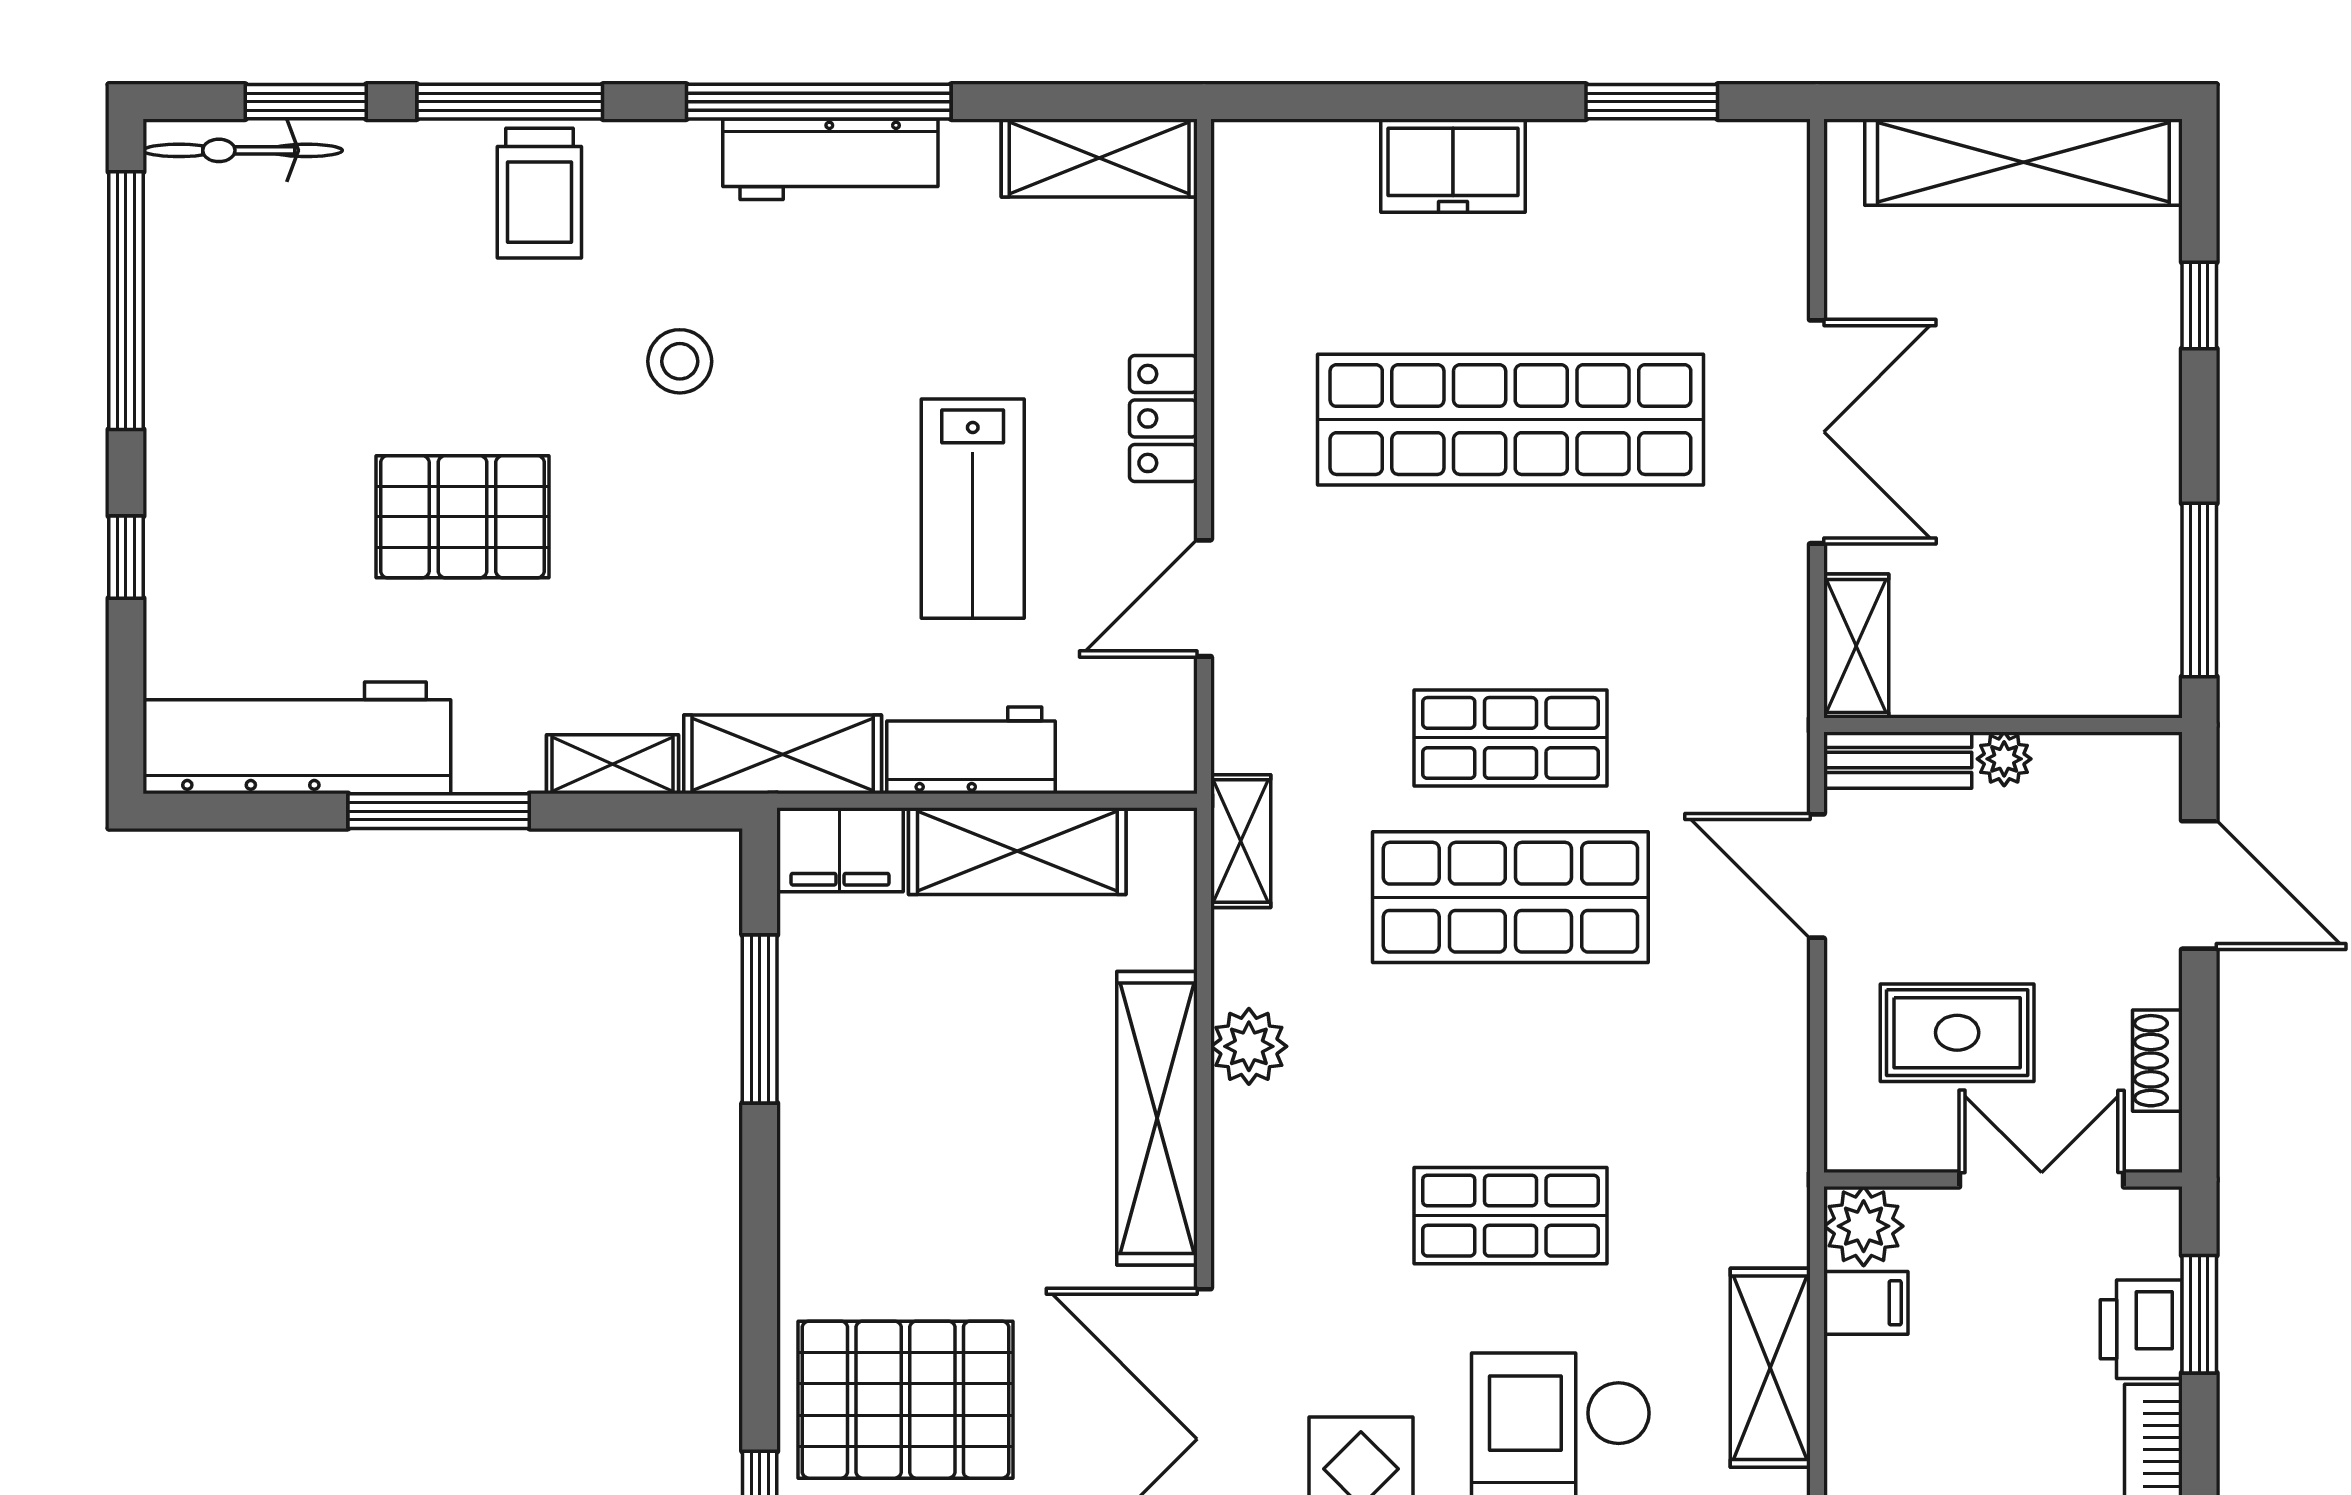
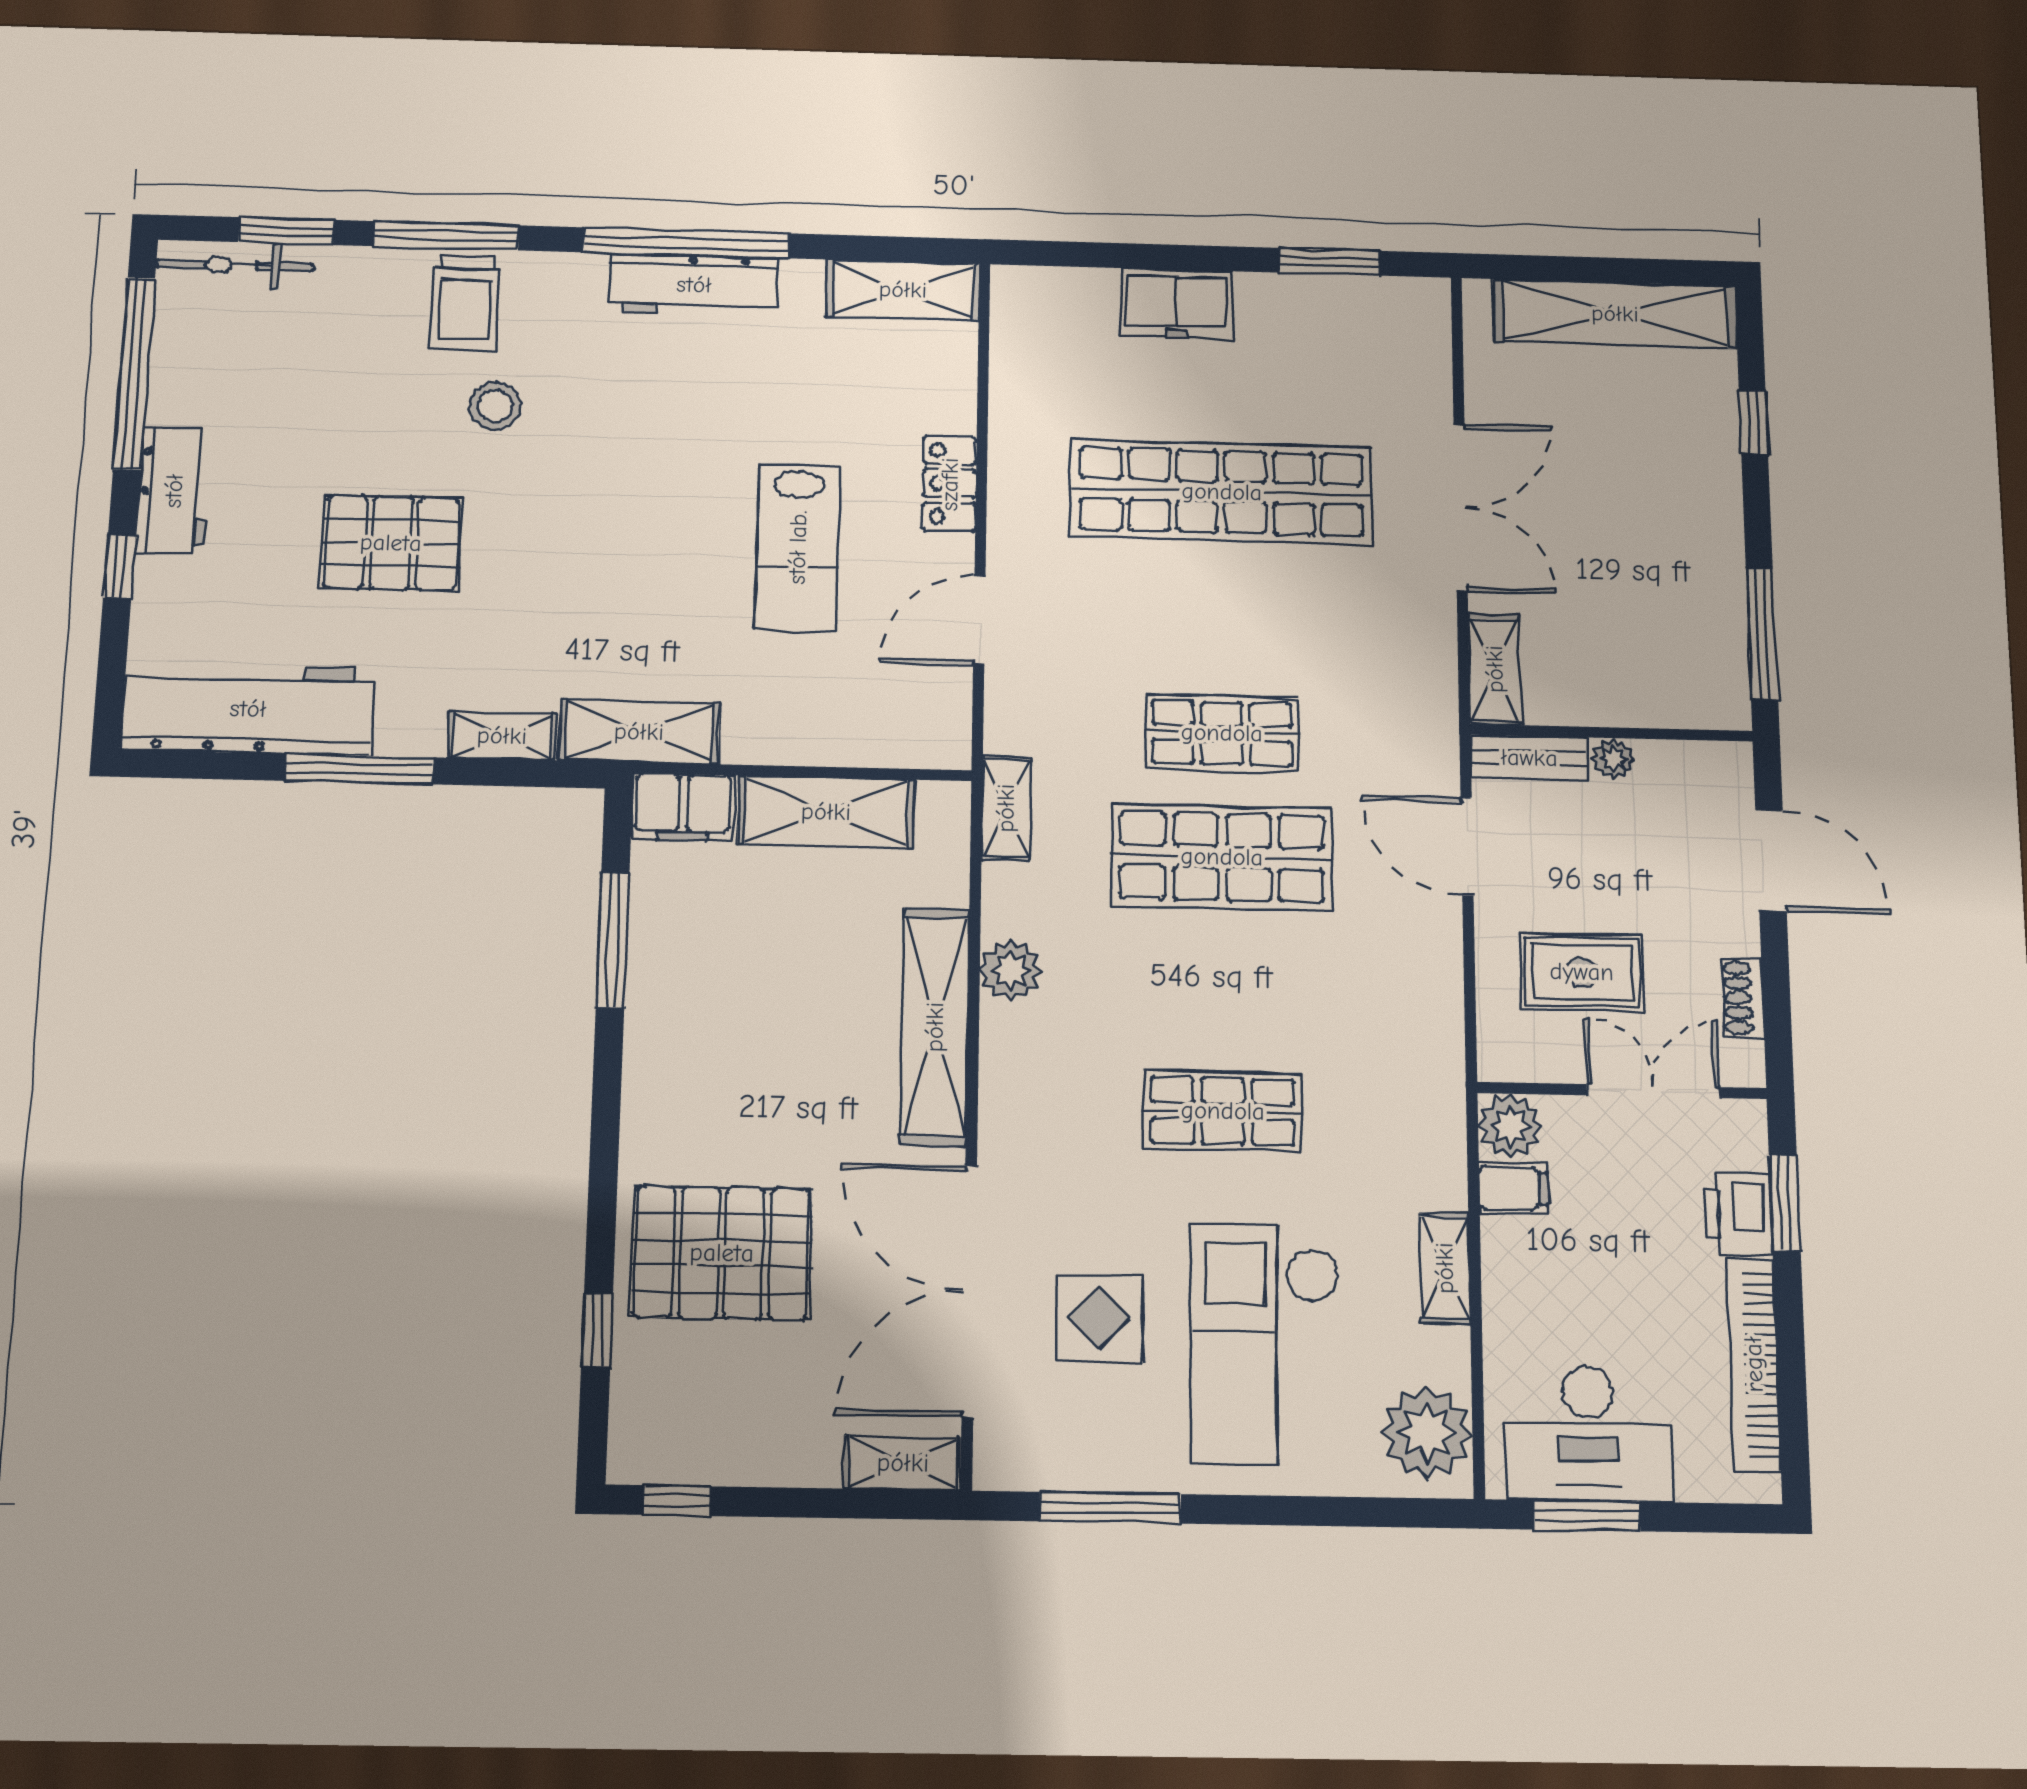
stool: (680, 361) -> (495, 406), moved
workbench: (971, 750) -> (174, 491), moved, turned 90
shelving: (1770, 1368) -> (1445, 1268), width x0.67, depth x0.75

